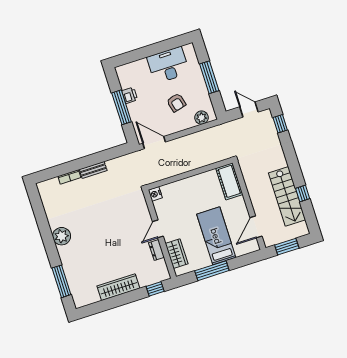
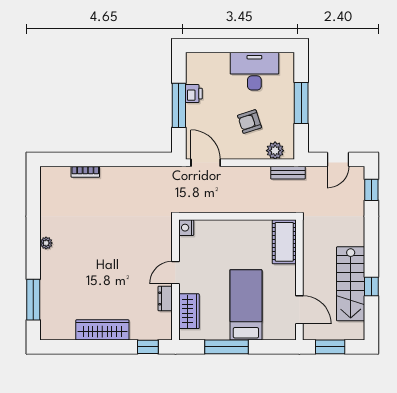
armchair: (176, 103) -> (249, 121), turned 87
door: (249, 109) -> (338, 159), swing flipped
bench: (93, 170) -> (288, 173), moved
door: (256, 227) -> (299, 310), swing flipped
plant: (62, 236) -> (46, 243), width x0.53, depth x0.53

